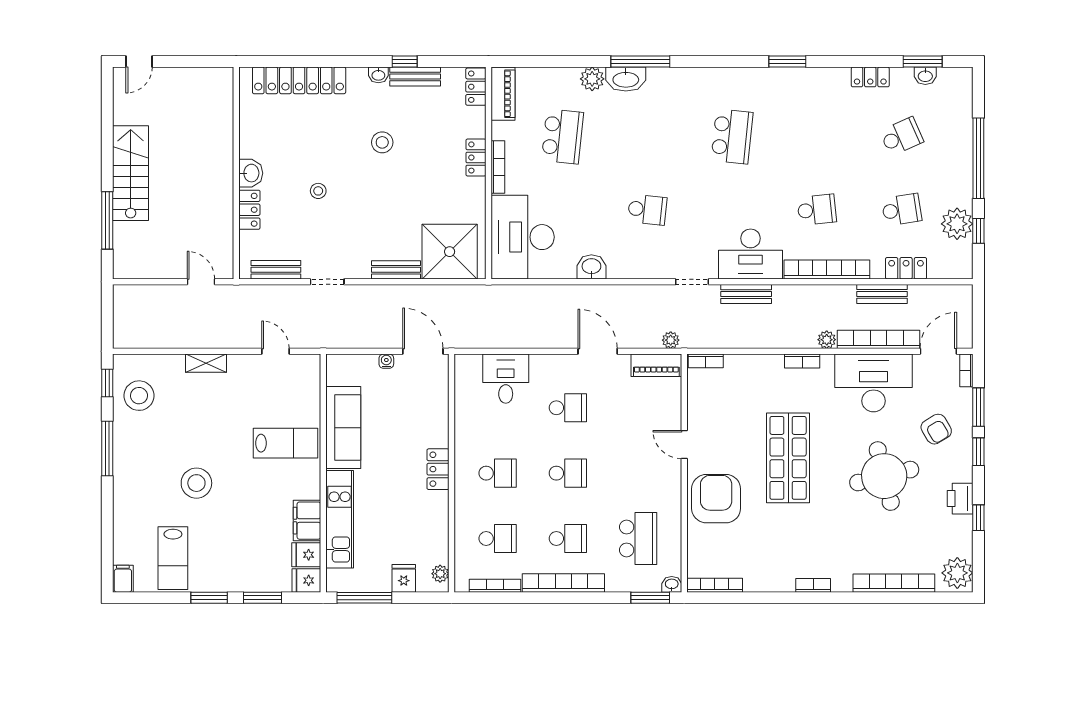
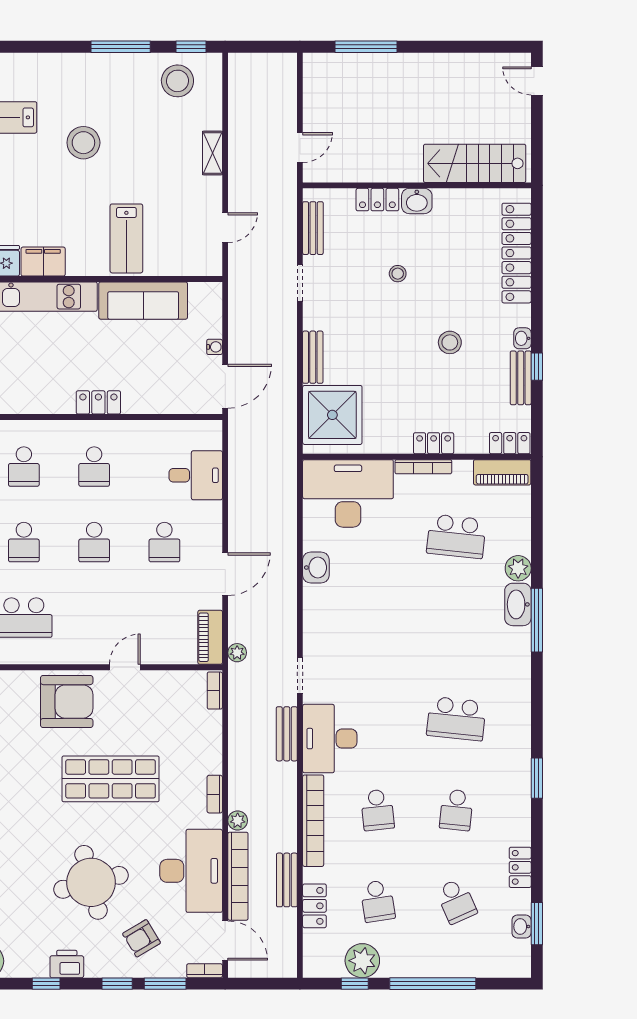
stairs: (131, 173) -> (475, 163), moved, turned 180
school desk: (647, 210) -> (456, 810), moved

